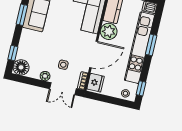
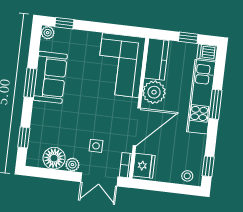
kitchen unit: (139, 48) -> (201, 97), width x0.73
floor lamp: (21, 67) -> (54, 158), moved

